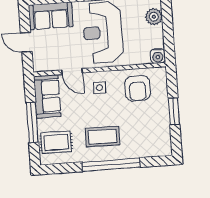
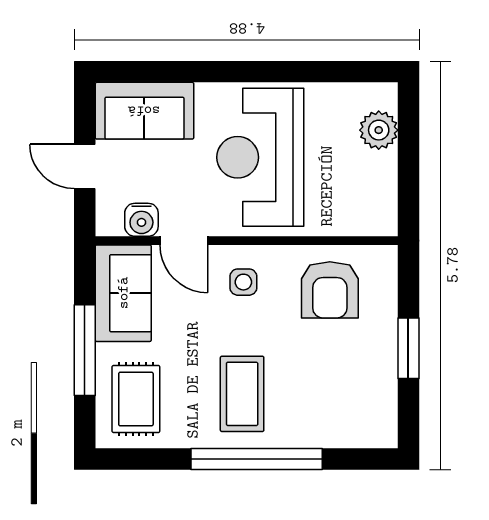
water cooler: (158, 56) -> (141, 220), moved
coffee table: (103, 137) -> (242, 394), turned 90
rug: (56, 142) -> (136, 399), turned 90

